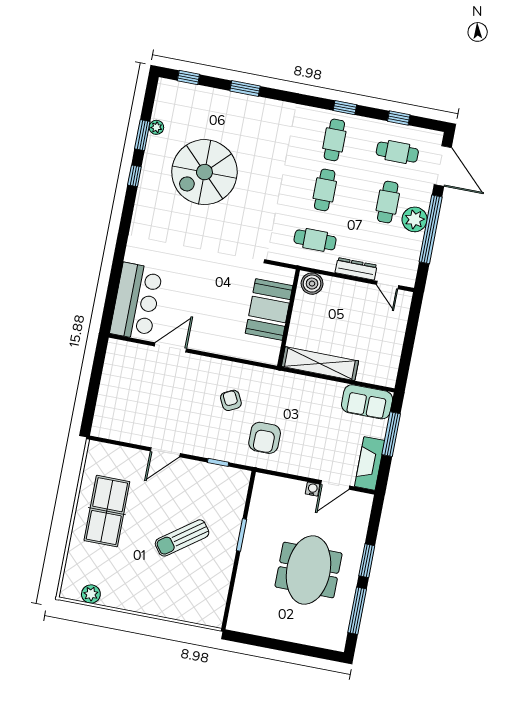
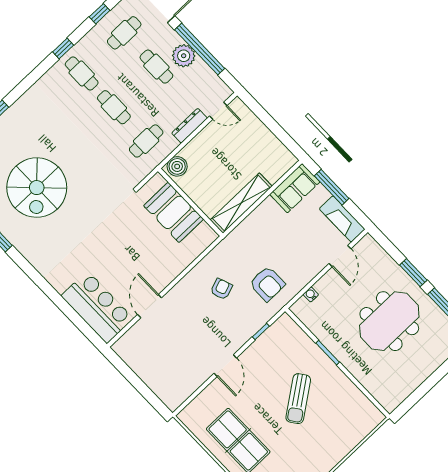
armchair: (231, 400) -> (221, 289), turned 97
water cooler: (313, 489) -> (311, 294), moved
meeting table: (309, 570) -> (389, 321), turned 90

